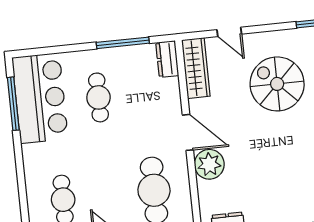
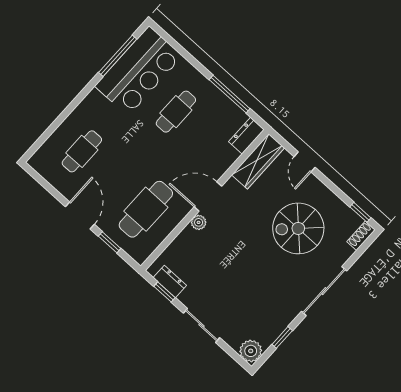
spiral stairs: (277, 84) -> (298, 228), turned -90
door: (188, 132) -> (208, 196), swing flipped
plant: (209, 164) -> (199, 222), width x0.53, depth x0.53

